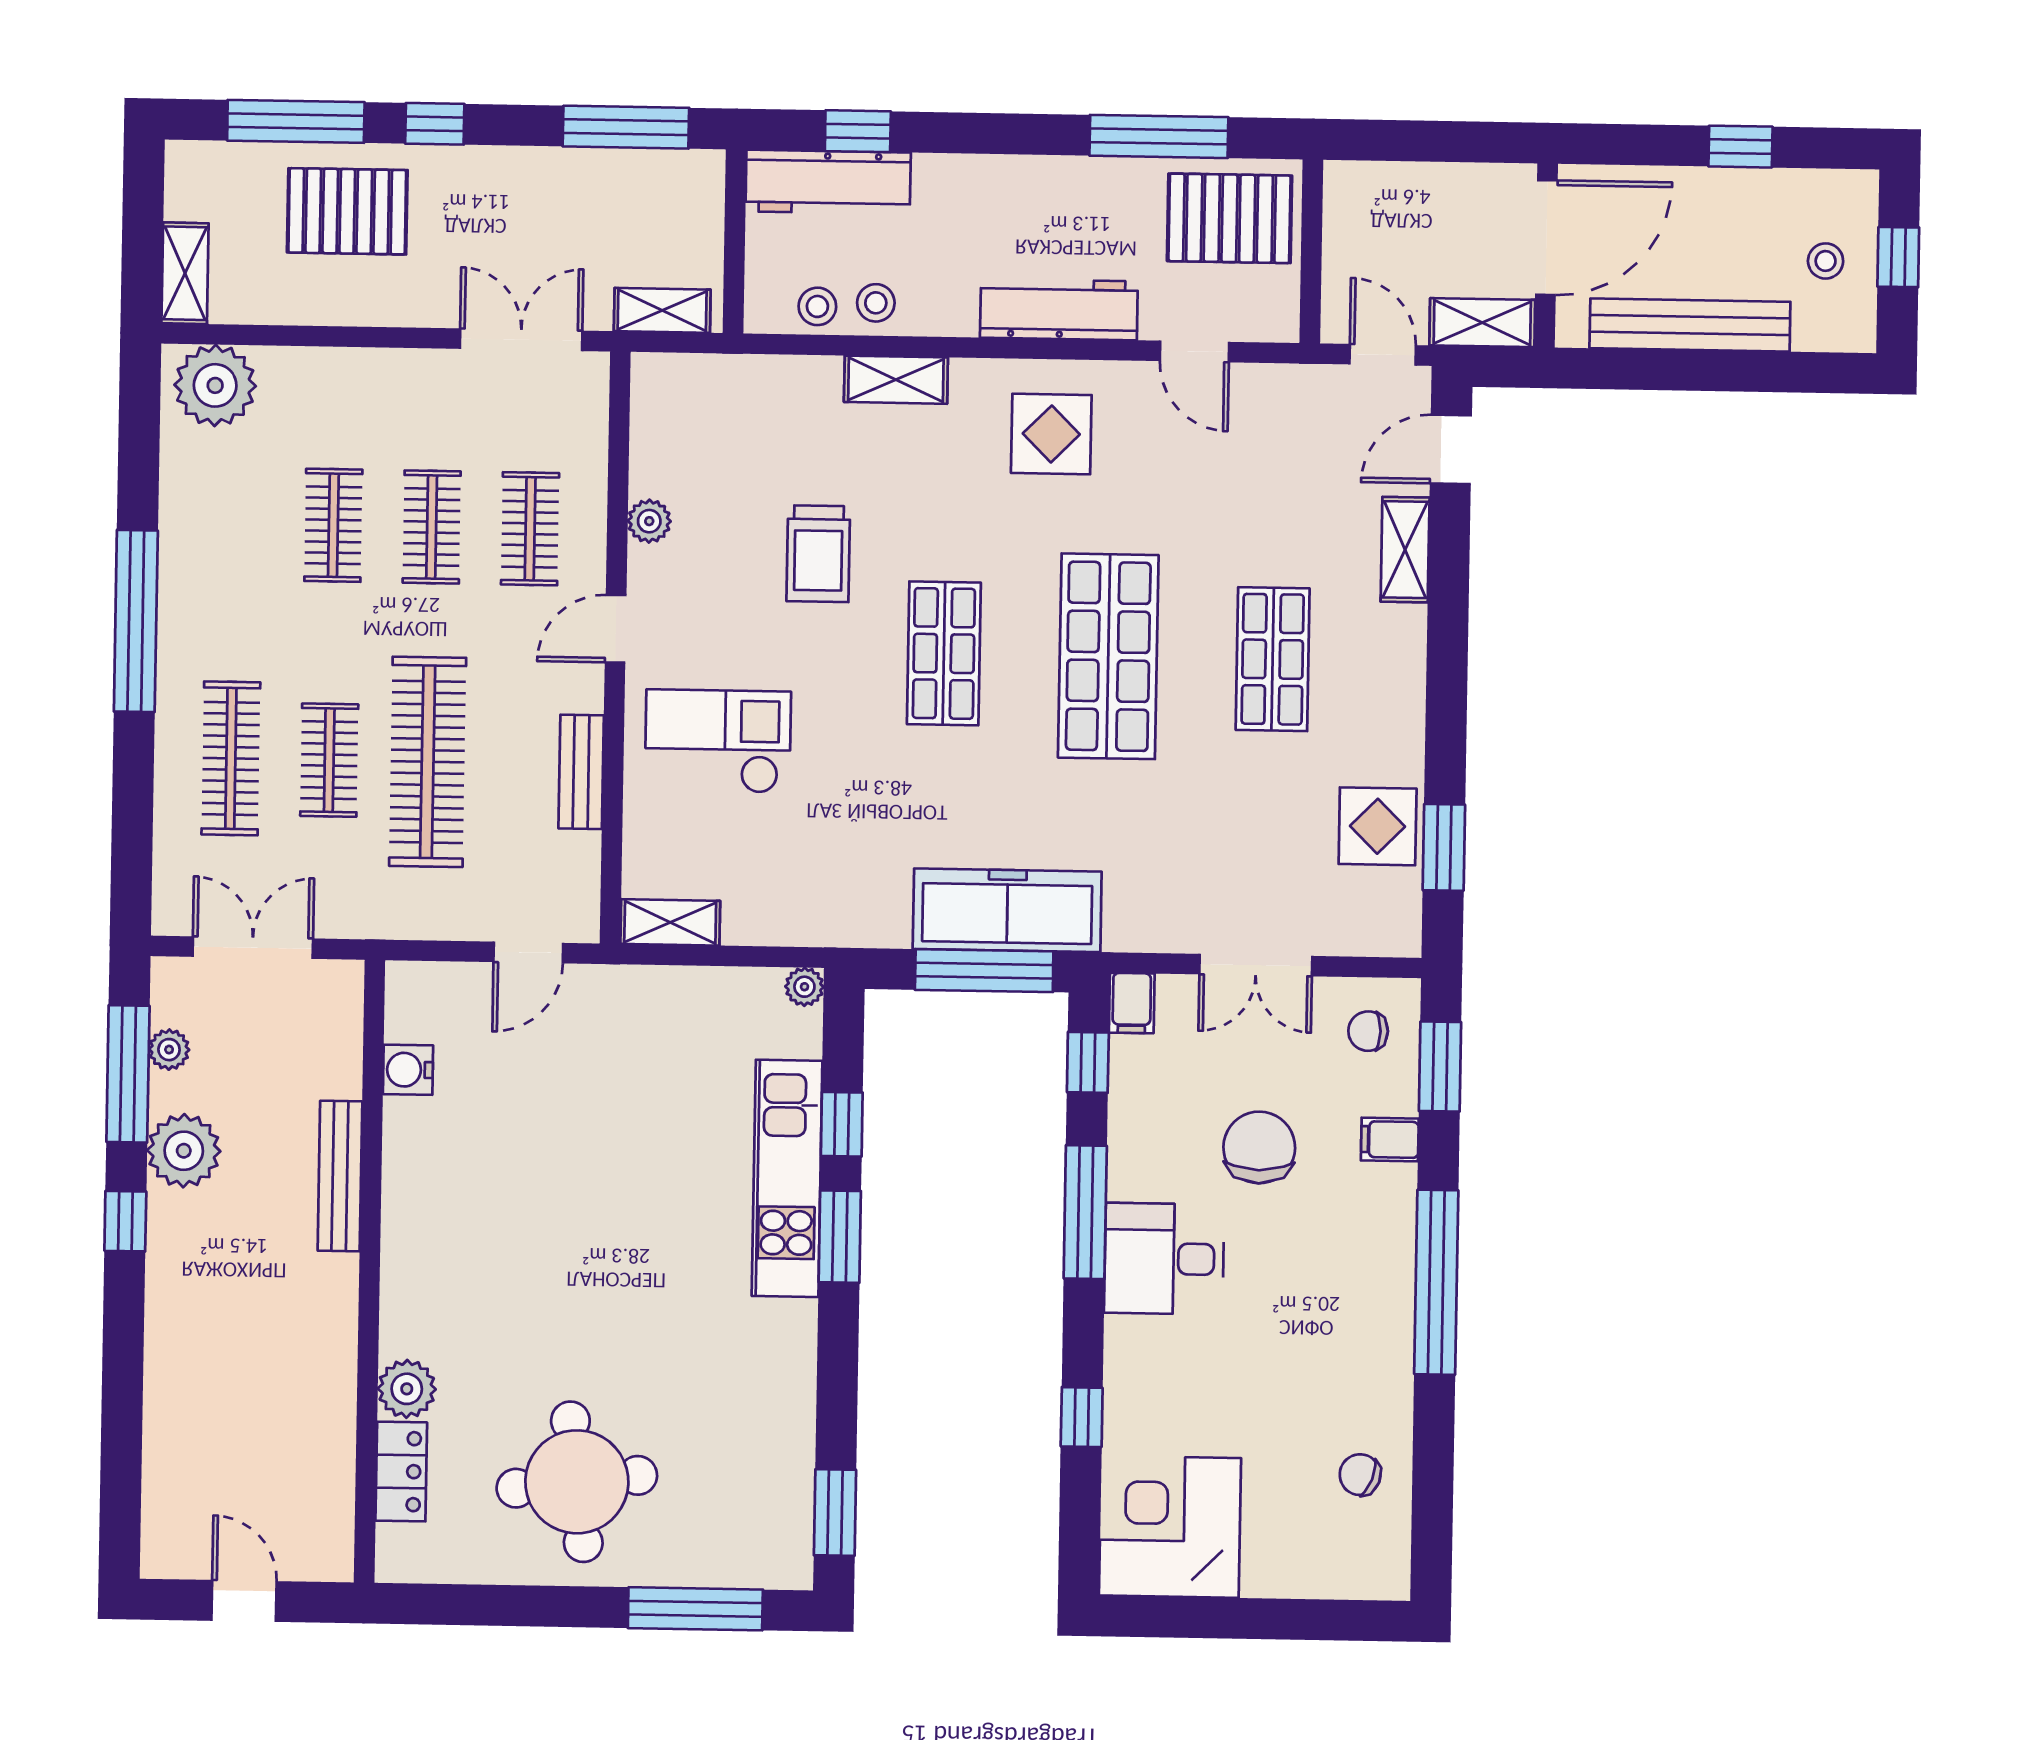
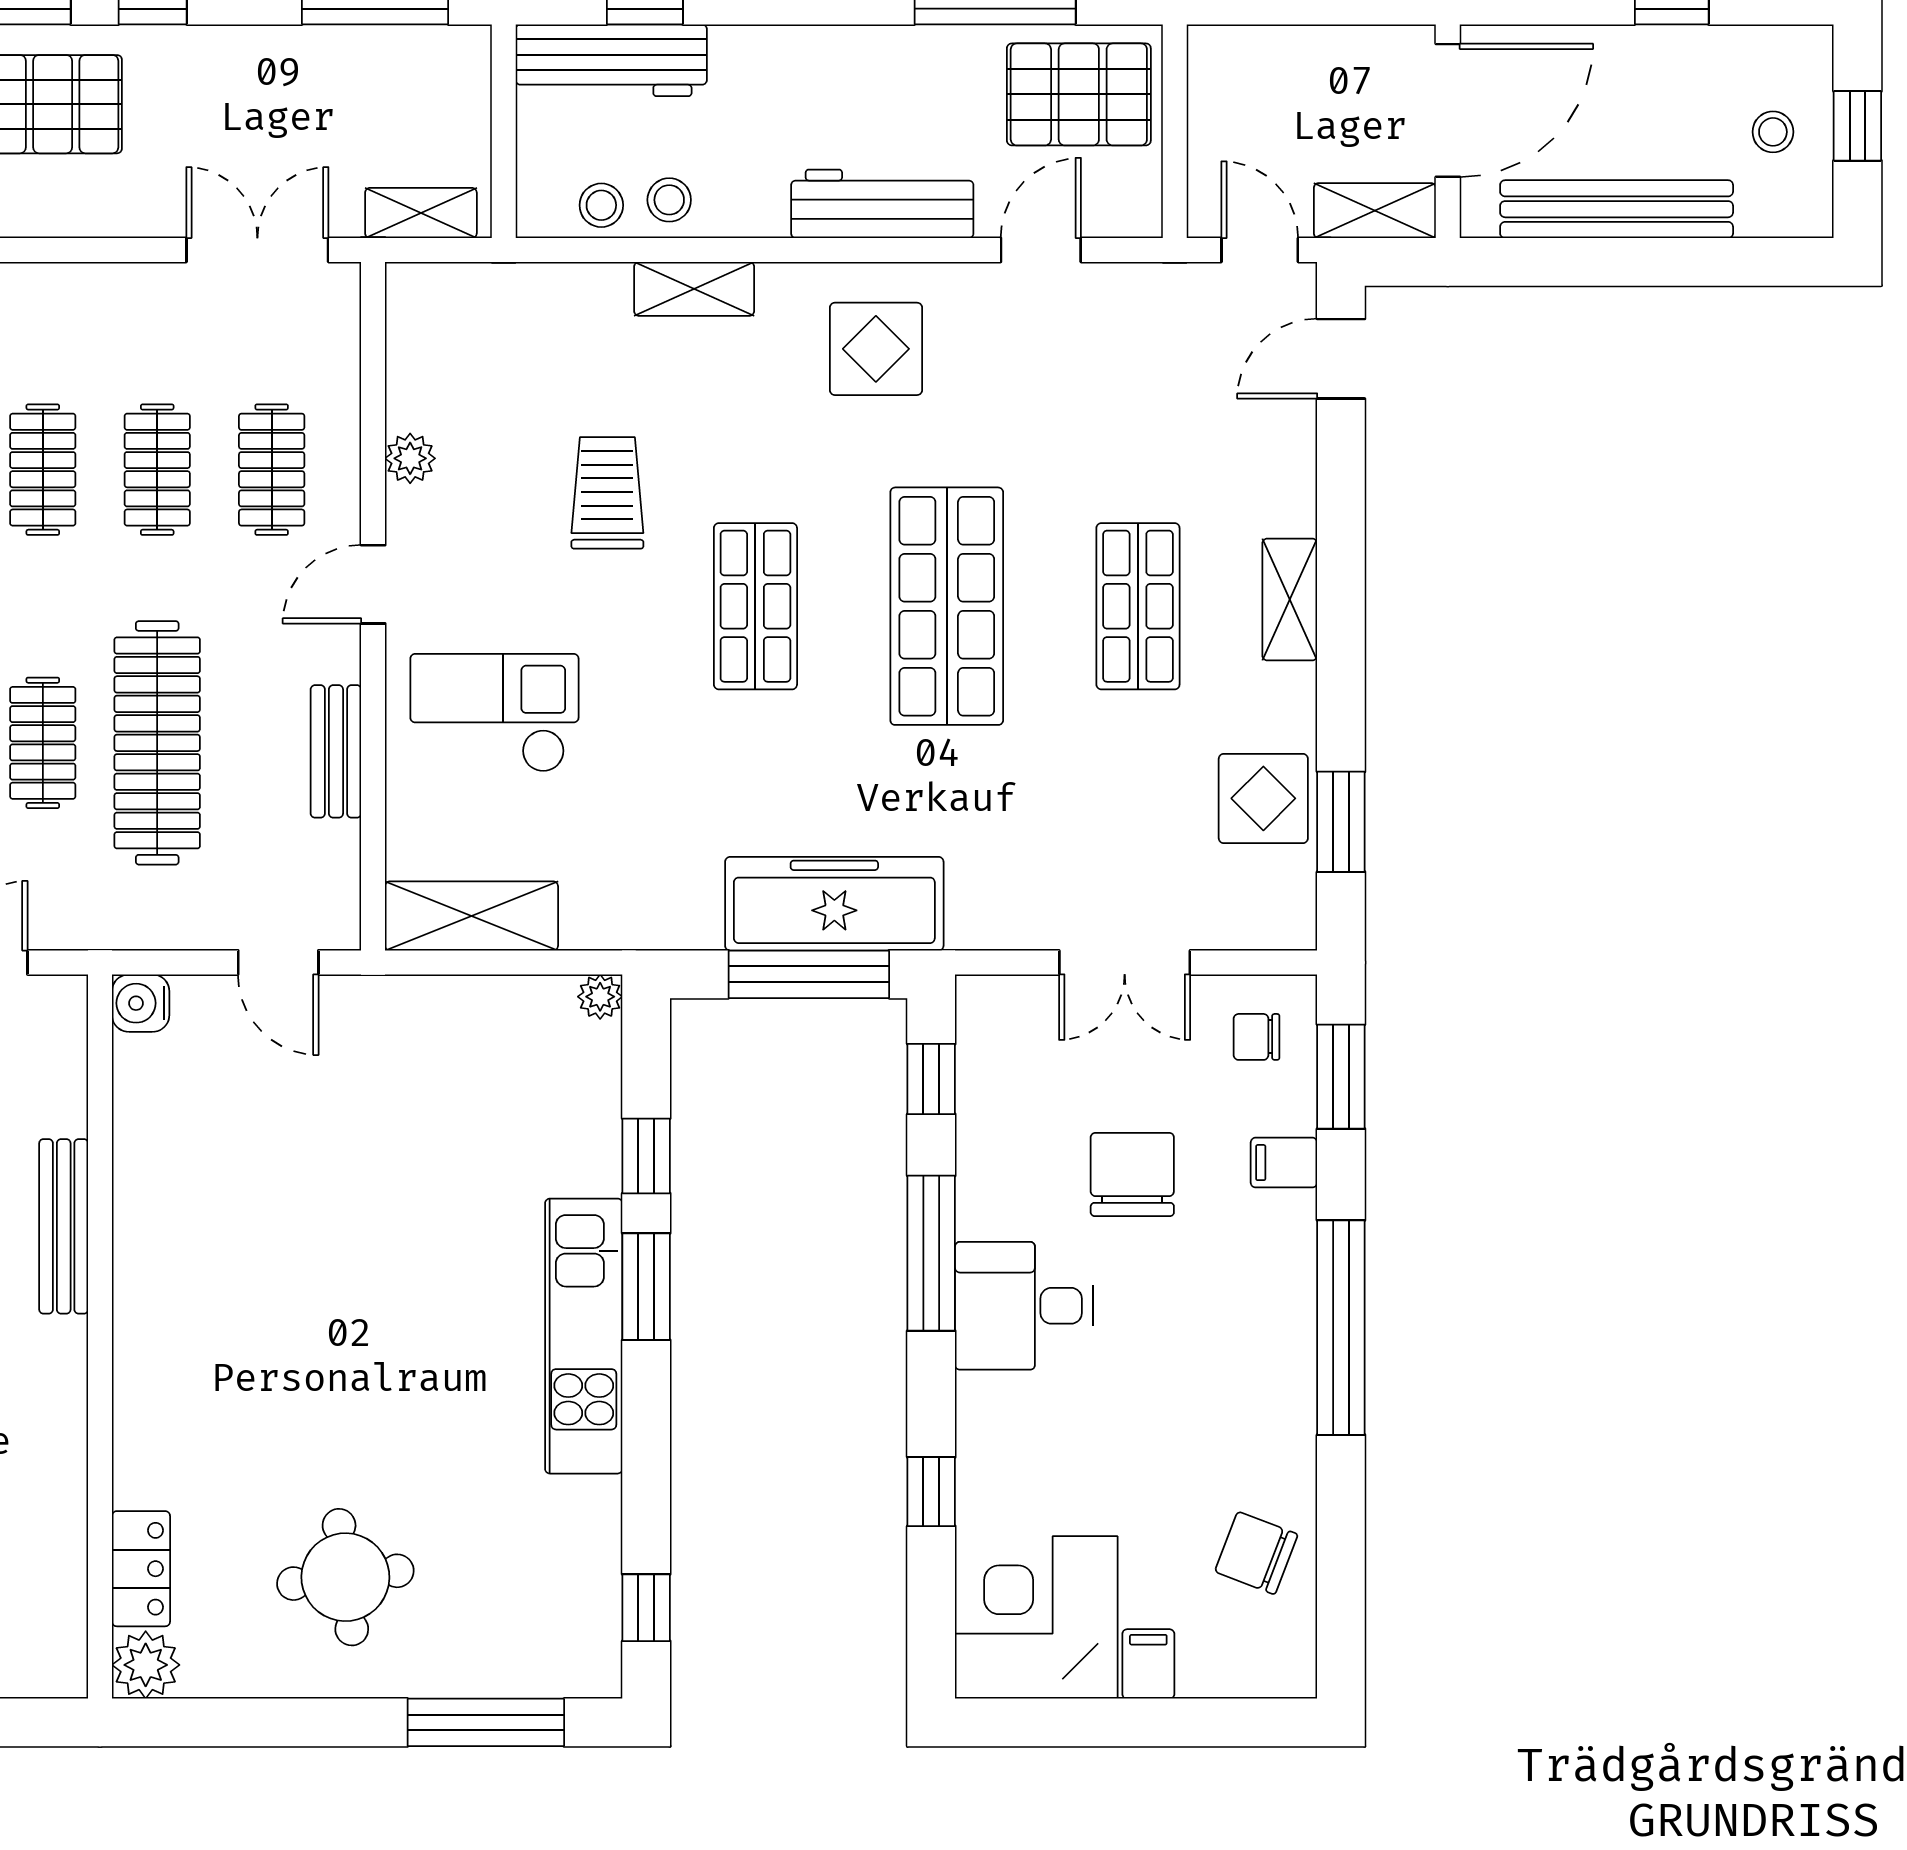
door: (1194, 351) -> (1041, 250), swing flipped
shelving: (1405, 550) -> (1290, 600), moved
trolley: (818, 554) -> (607, 493), turned 180
shelving: (670, 922) -> (471, 916), width x1.50, depth x1.33
door: (528, 952) -> (278, 962), hinge flipped
filing cabinet: (1132, 1003) -> (1148, 1664), moved, turned 180
water cooler: (408, 1070) -> (141, 1003), moved
kitchen unit: (787, 1178) -> (584, 1336), moved
plant: (407, 1389) -> (146, 1665), moved
chair: (1360, 1475) -> (1256, 1553), width x1.37, depth x1.37
round table: (577, 1482) -> (345, 1577), width x0.73, depth x0.73
window: (835, 1513) -> (646, 1608), width x0.67

